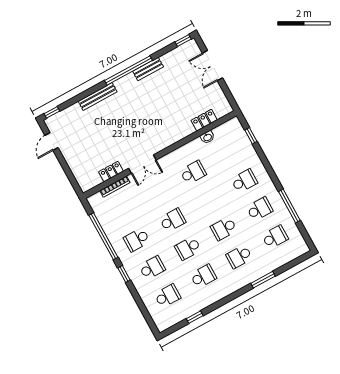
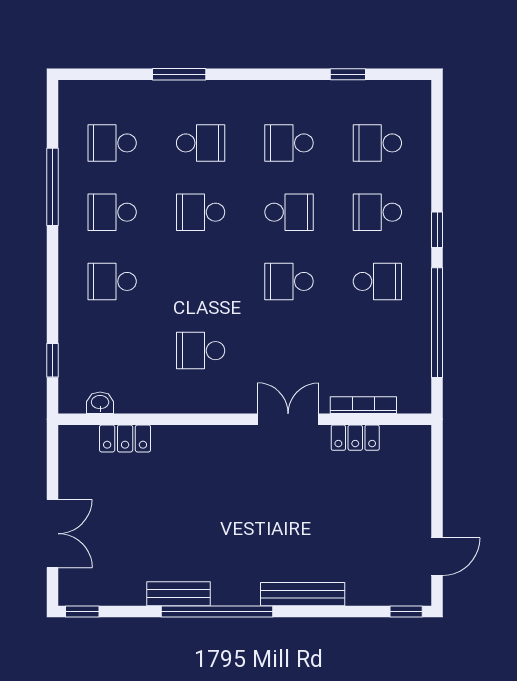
washbasin: (207, 137) -> (100, 403), moved
school desk: (224, 229) -> (201, 212), turned 180

